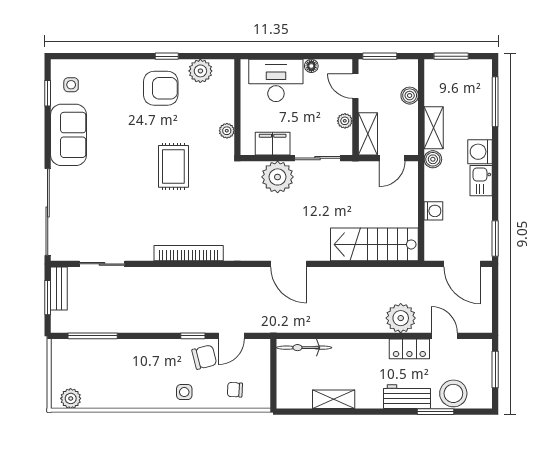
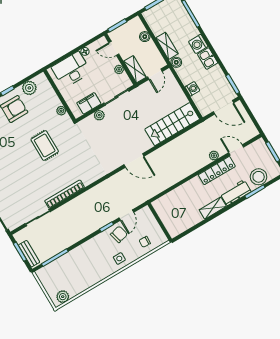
plant: (278, 177) -> (99, 115), width x0.53, depth x0.53
bookcase: (189, 253) -> (65, 194), moved
bench: (59, 289) -> (29, 254), moved
plant: (401, 318) -> (214, 156), width x0.53, depth x0.53
bicycle: (304, 348) -> (168, 199), removed
locker: (409, 349) -> (217, 171), width x1.53
shelving: (334, 399) -> (213, 208), moved

